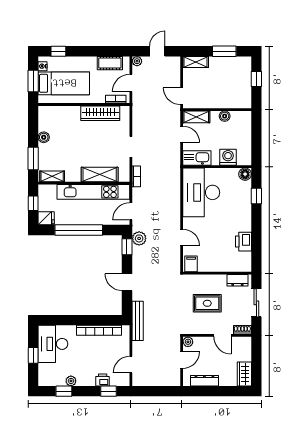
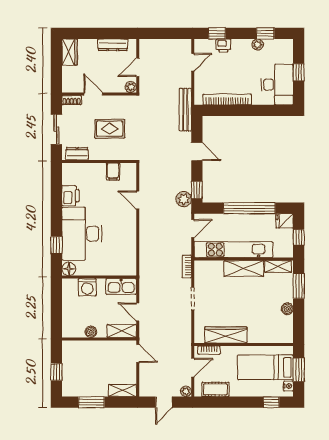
shelving: (100, 175) -> (244, 268), moved
desk: (201, 192) -> (82, 234), moved, turned 180
filing cabinet: (191, 264) -> (113, 172), moved

